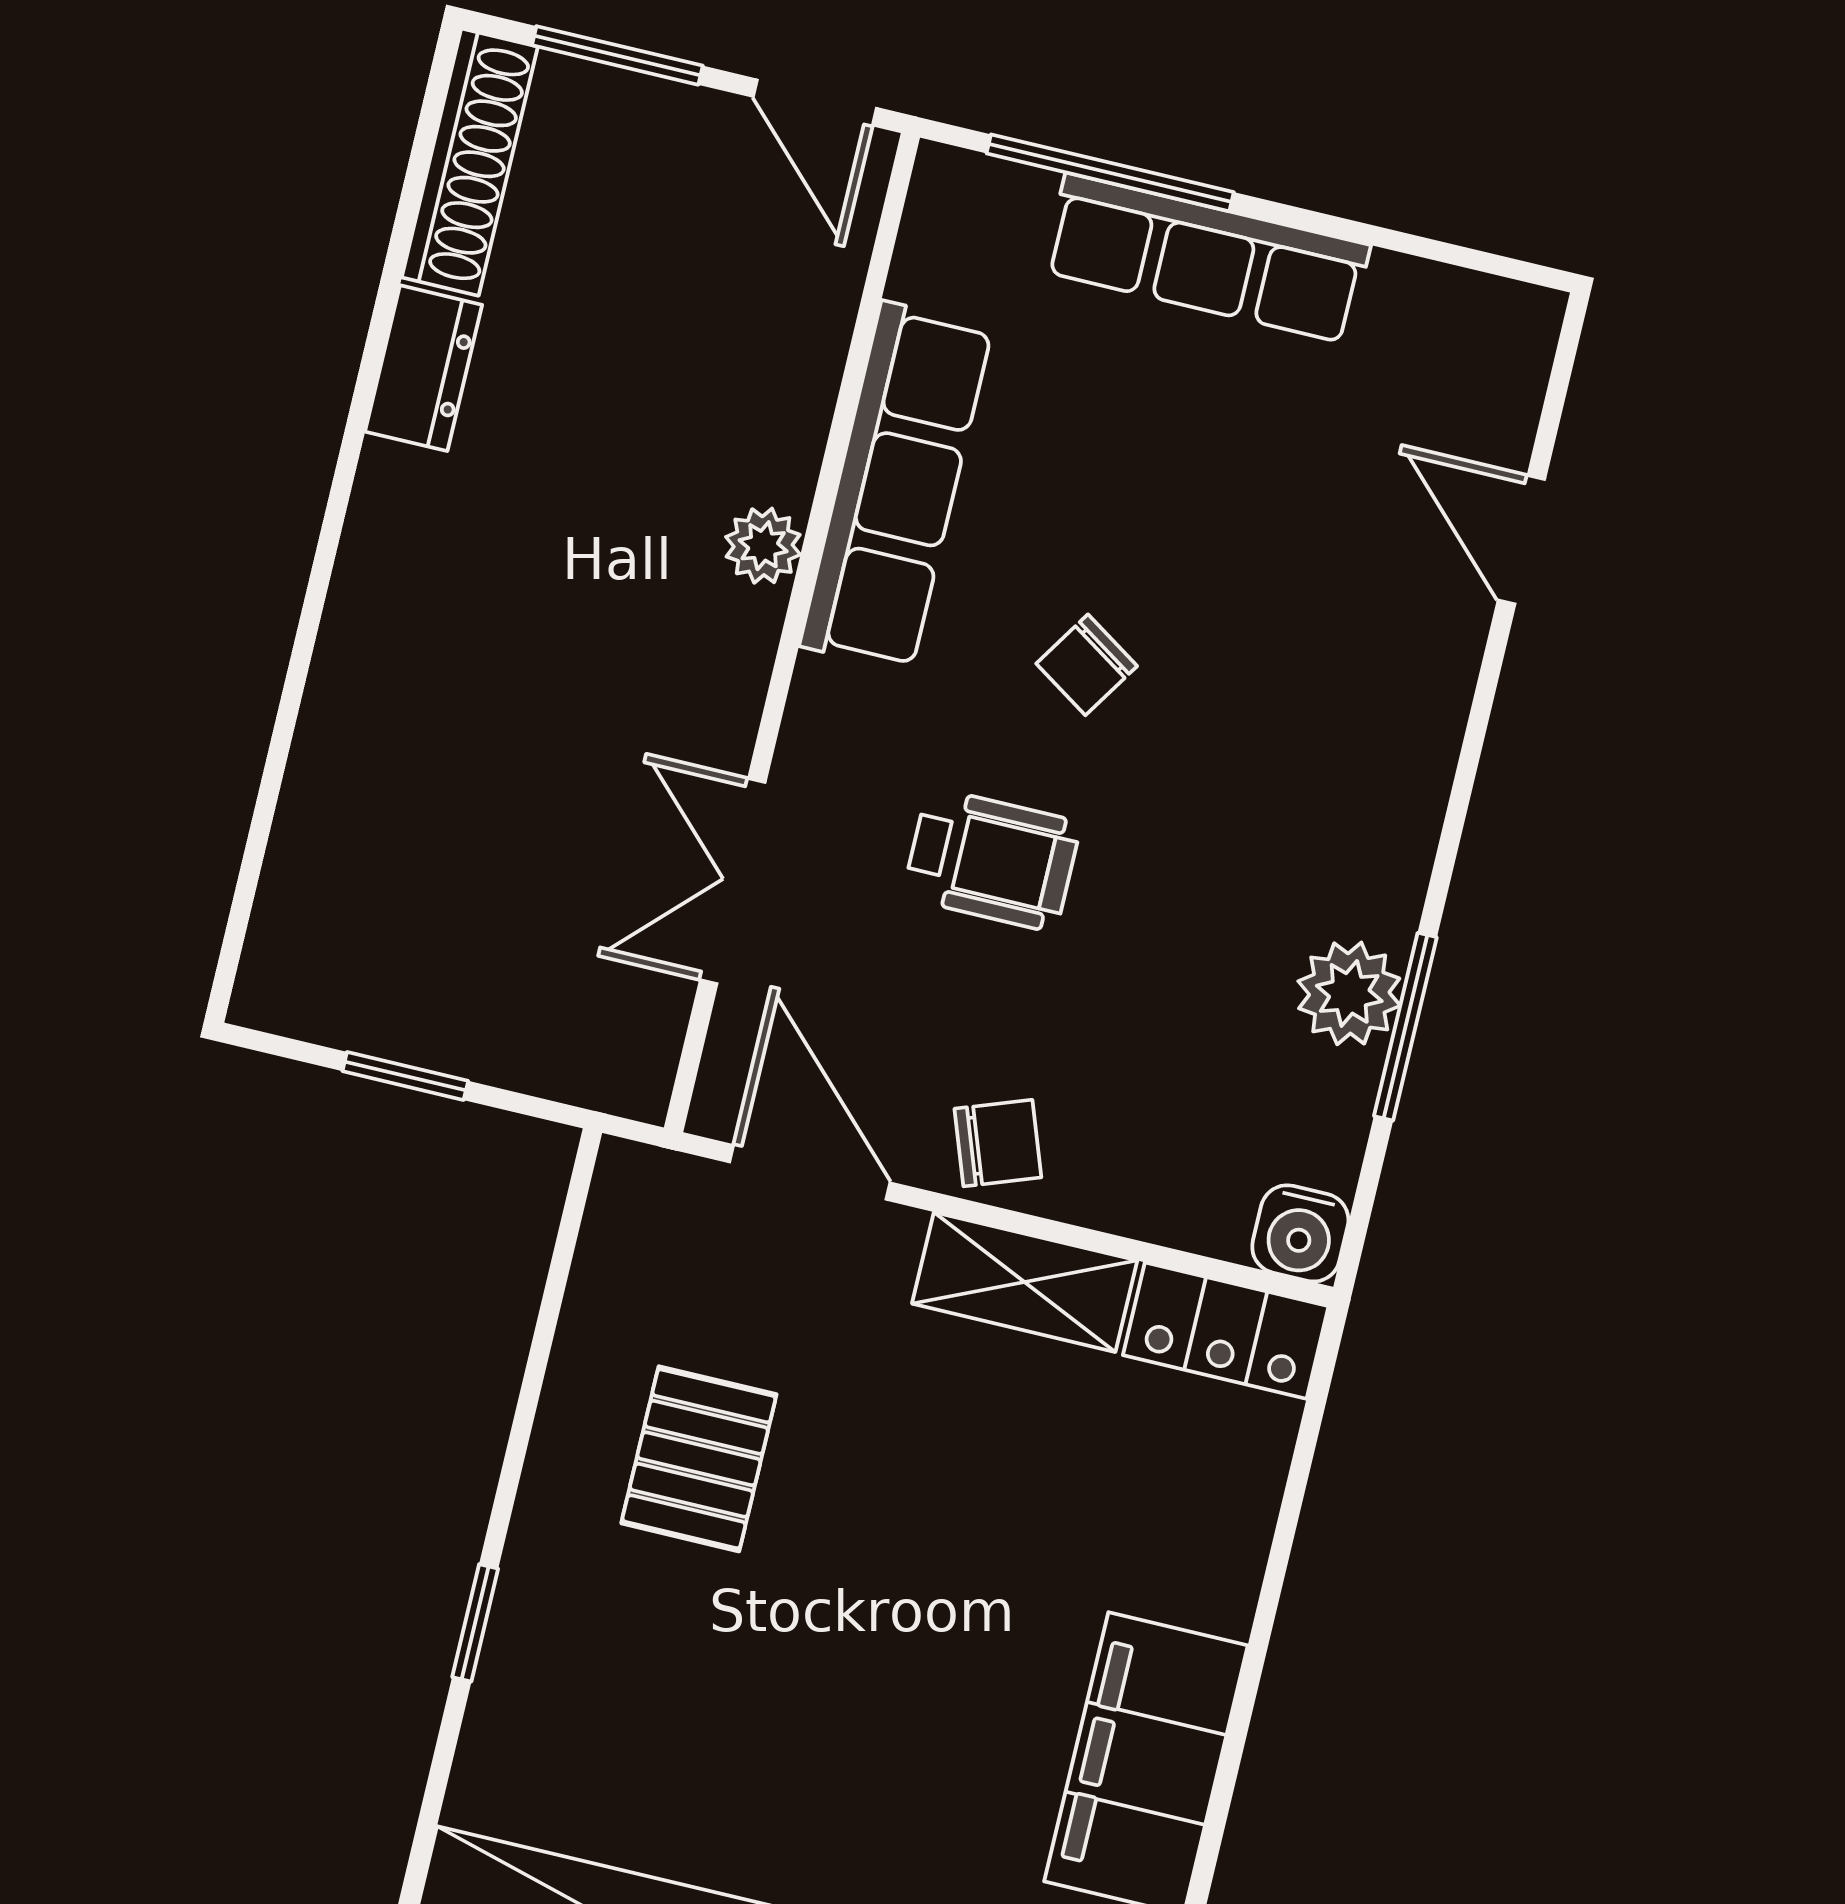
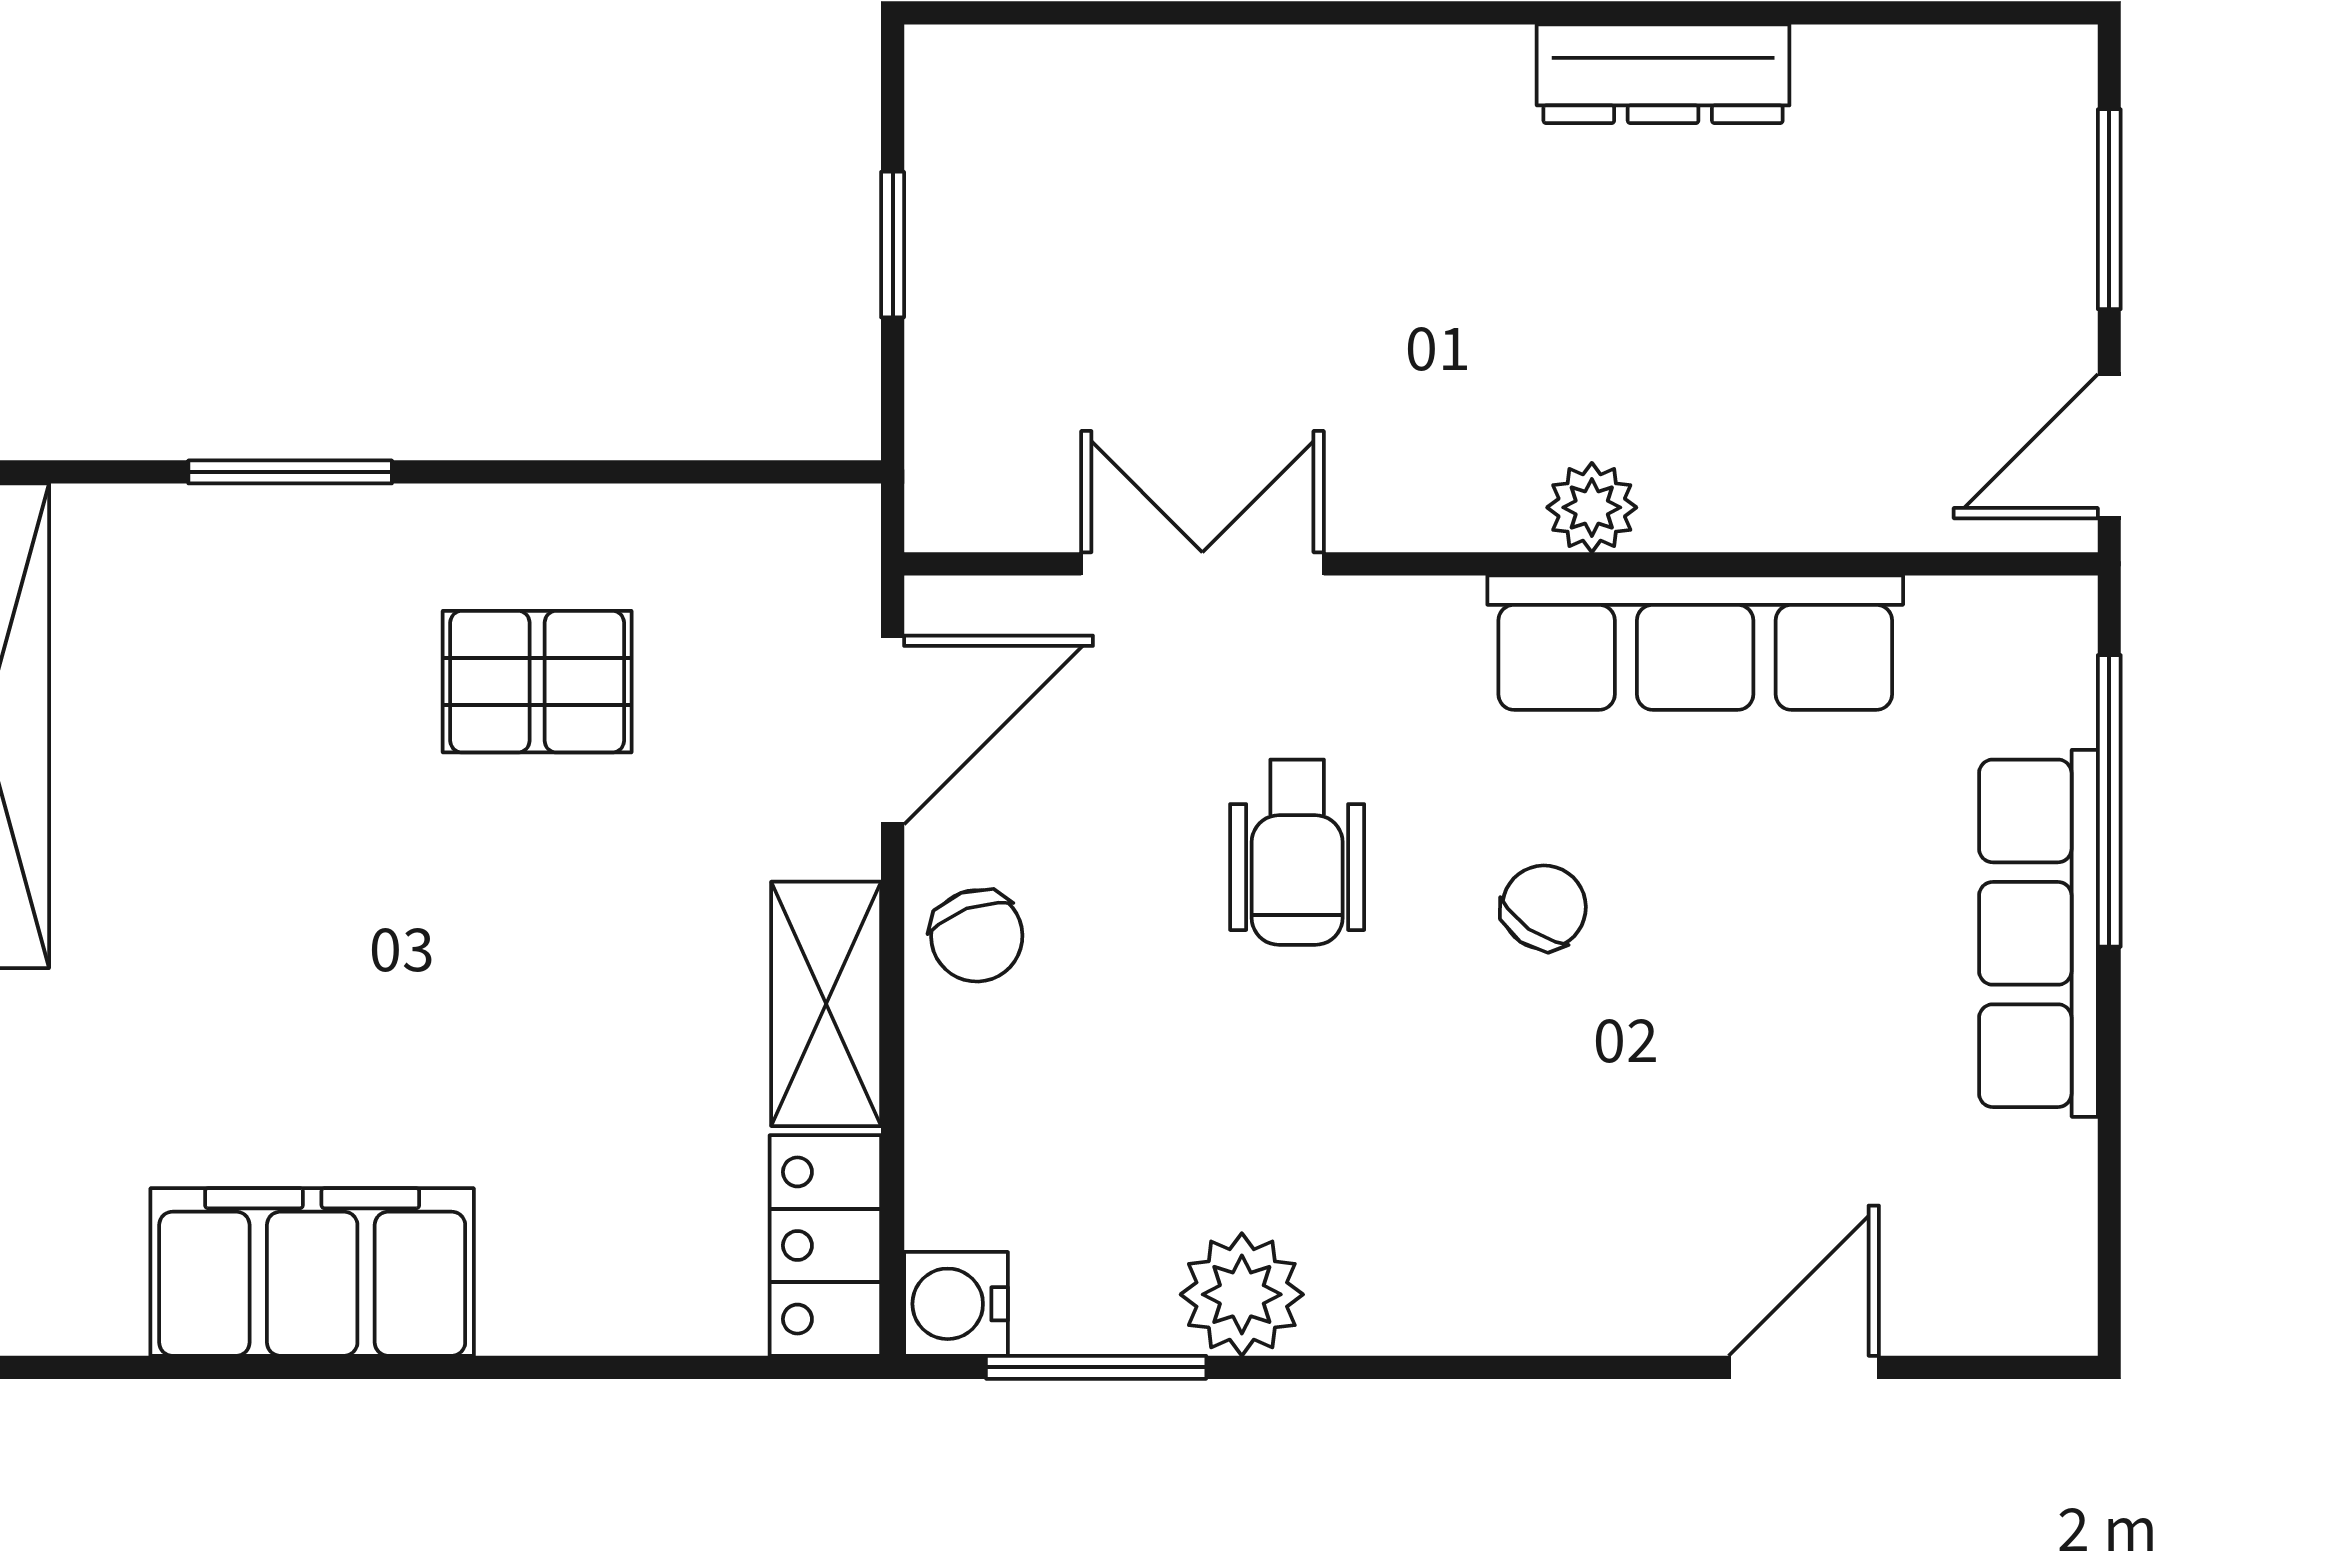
shoe rack: (470, 162) -> (1948, 70), removed
dresser: (424, 368) -> (1663, 74), width x1.44
chair: (1087, 665) -> (1544, 907), turned 92
window: (1405, 1027) -> (1096, 1367), moved
window: (475, 1623) -> (290, 472), width x1.50

